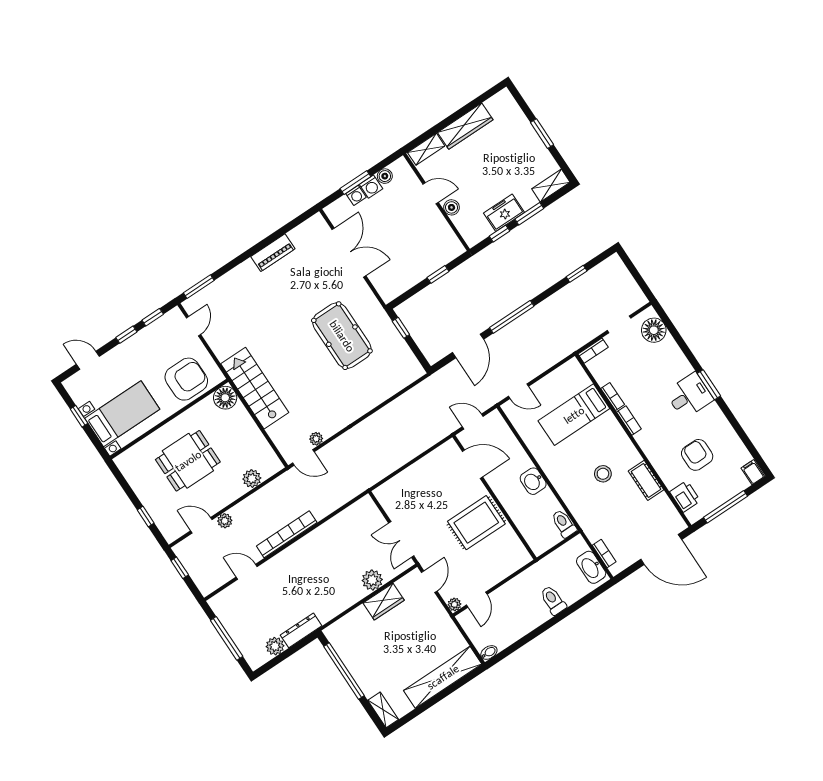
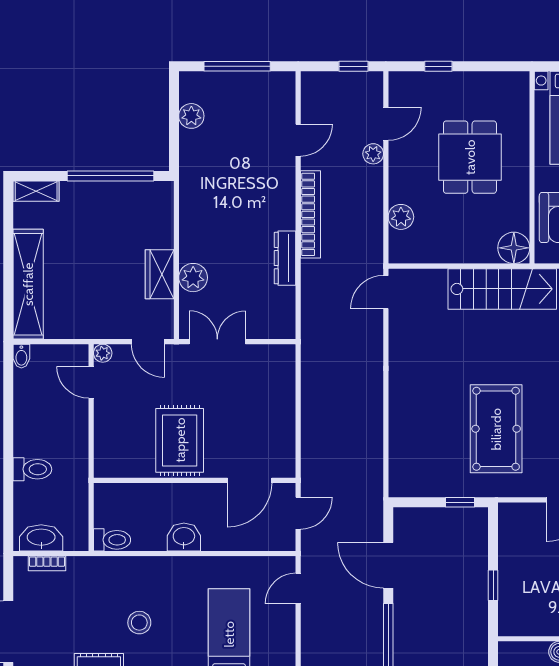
pool table: (342, 336) -> (496, 429), turned 90
plant: (316, 439) -> (398, 321), removed
dresser: (301, 630) -> (285, 258), moved, turned 180

